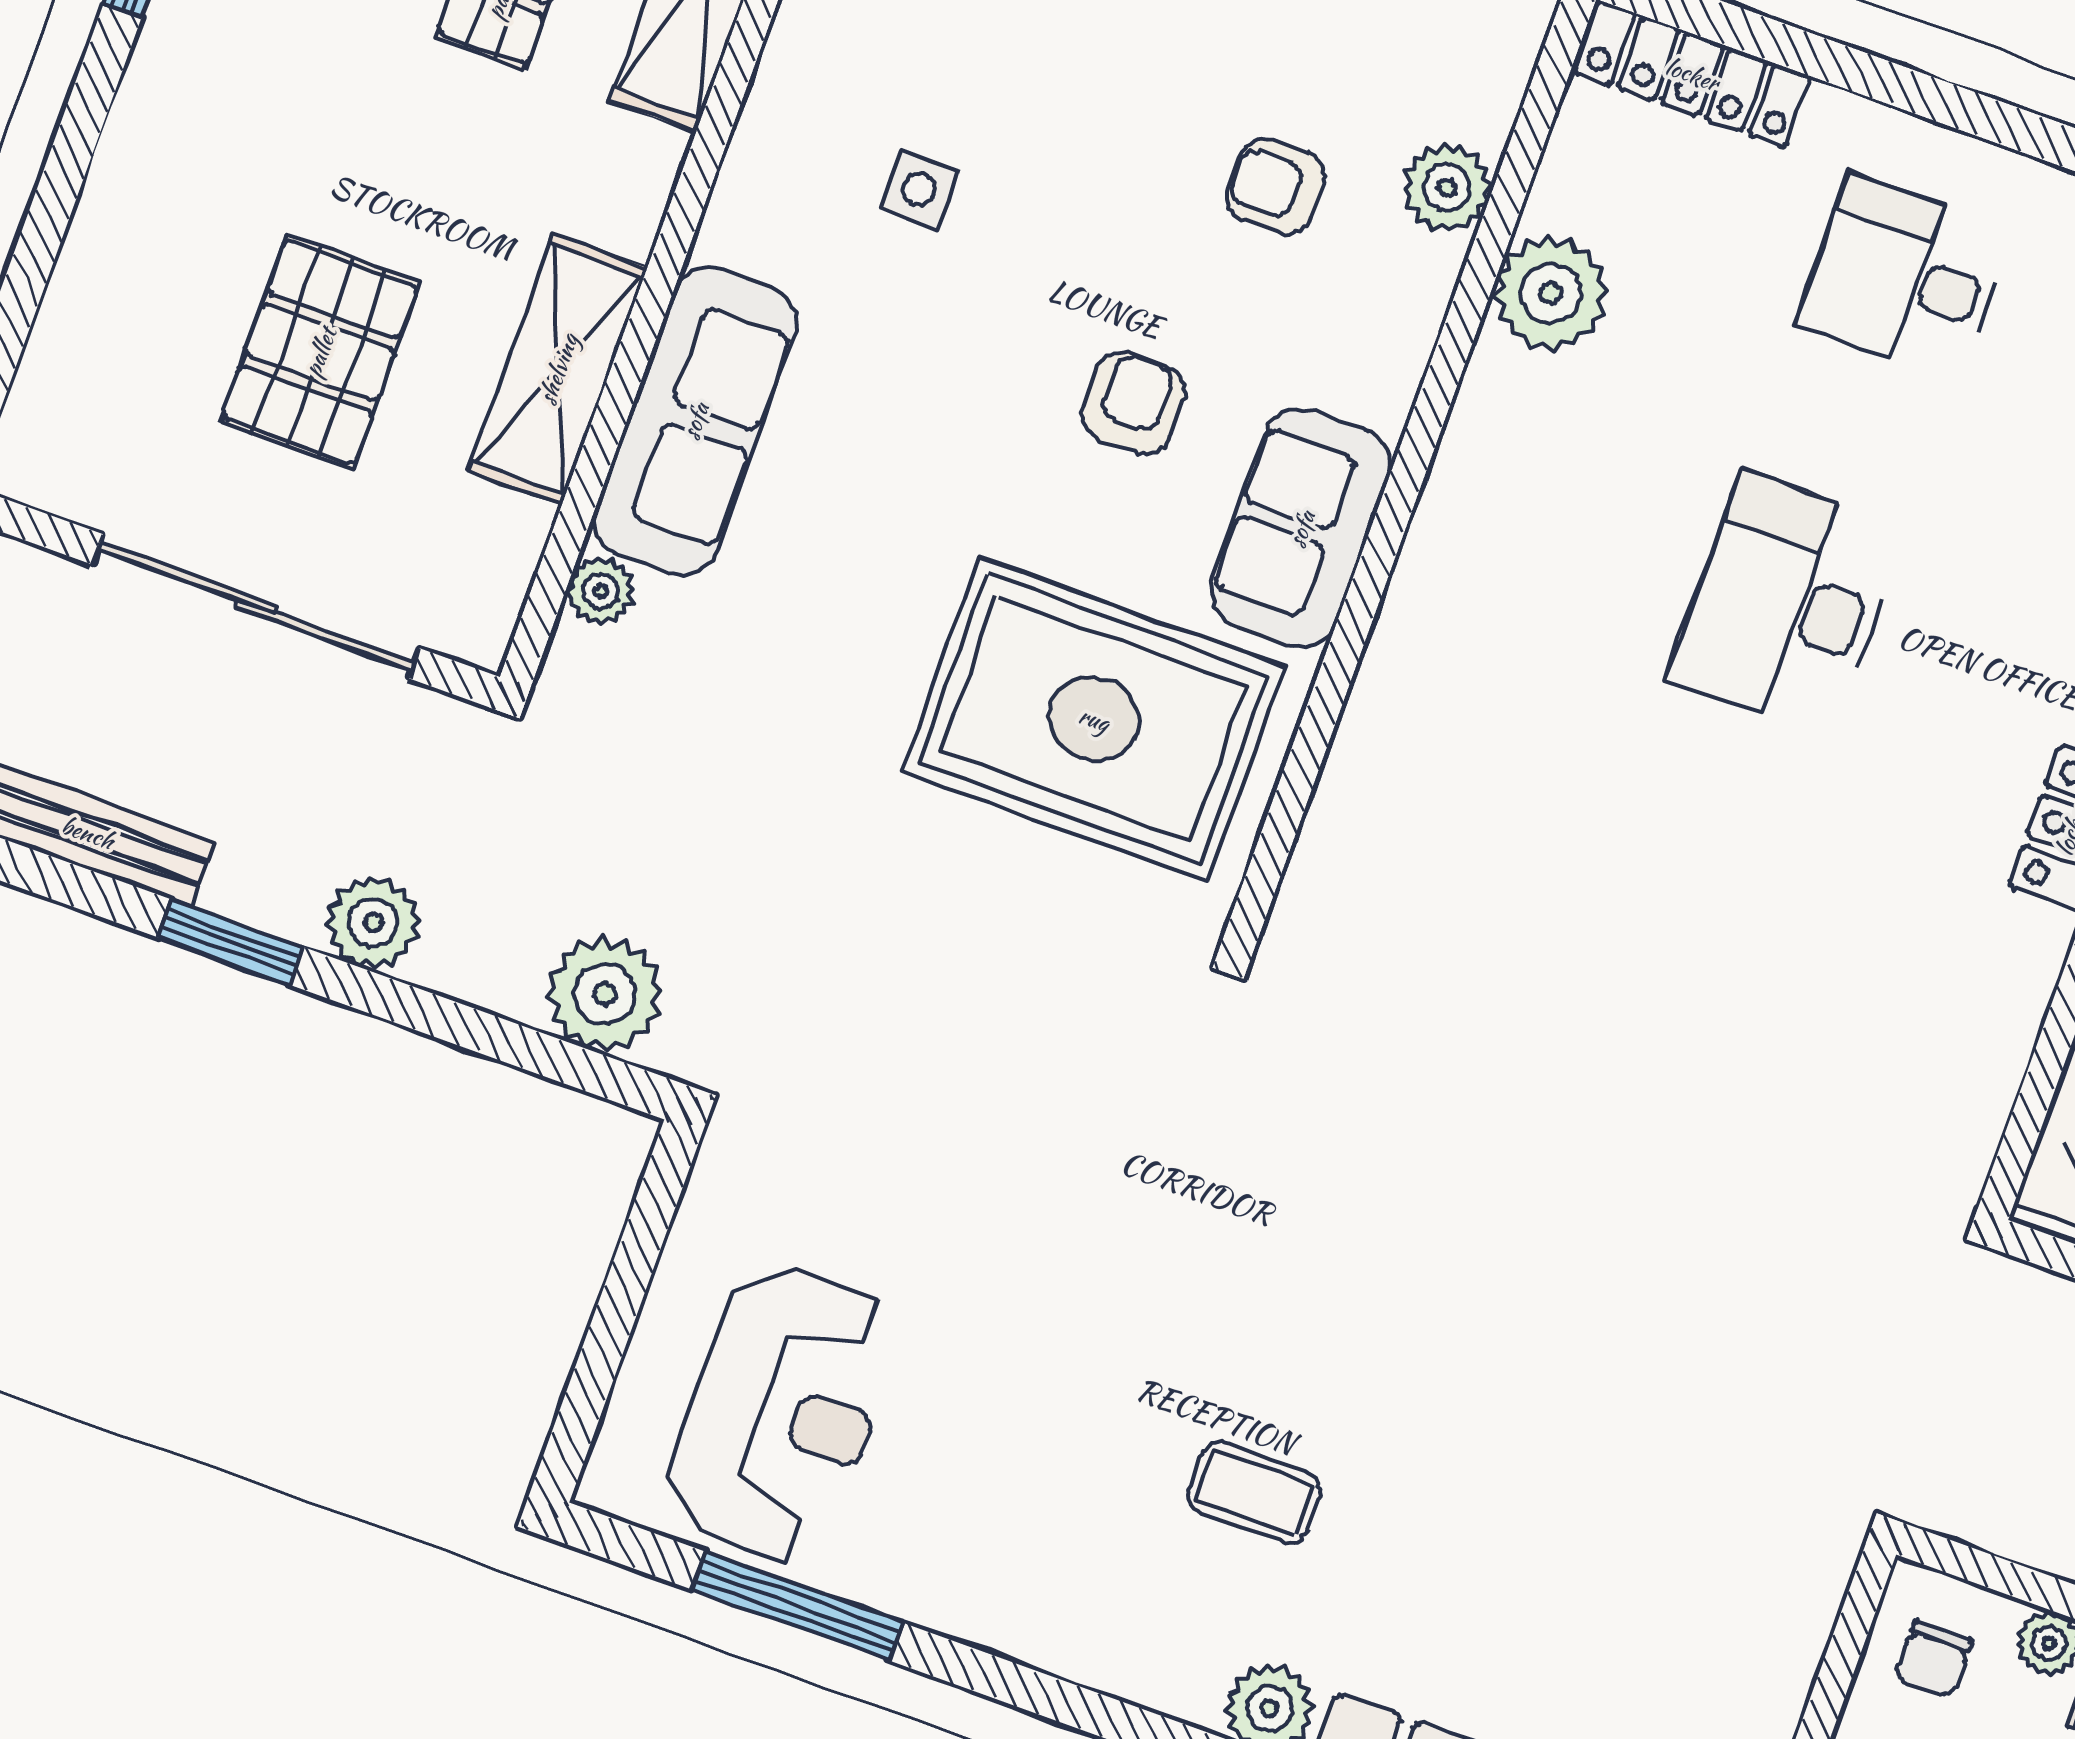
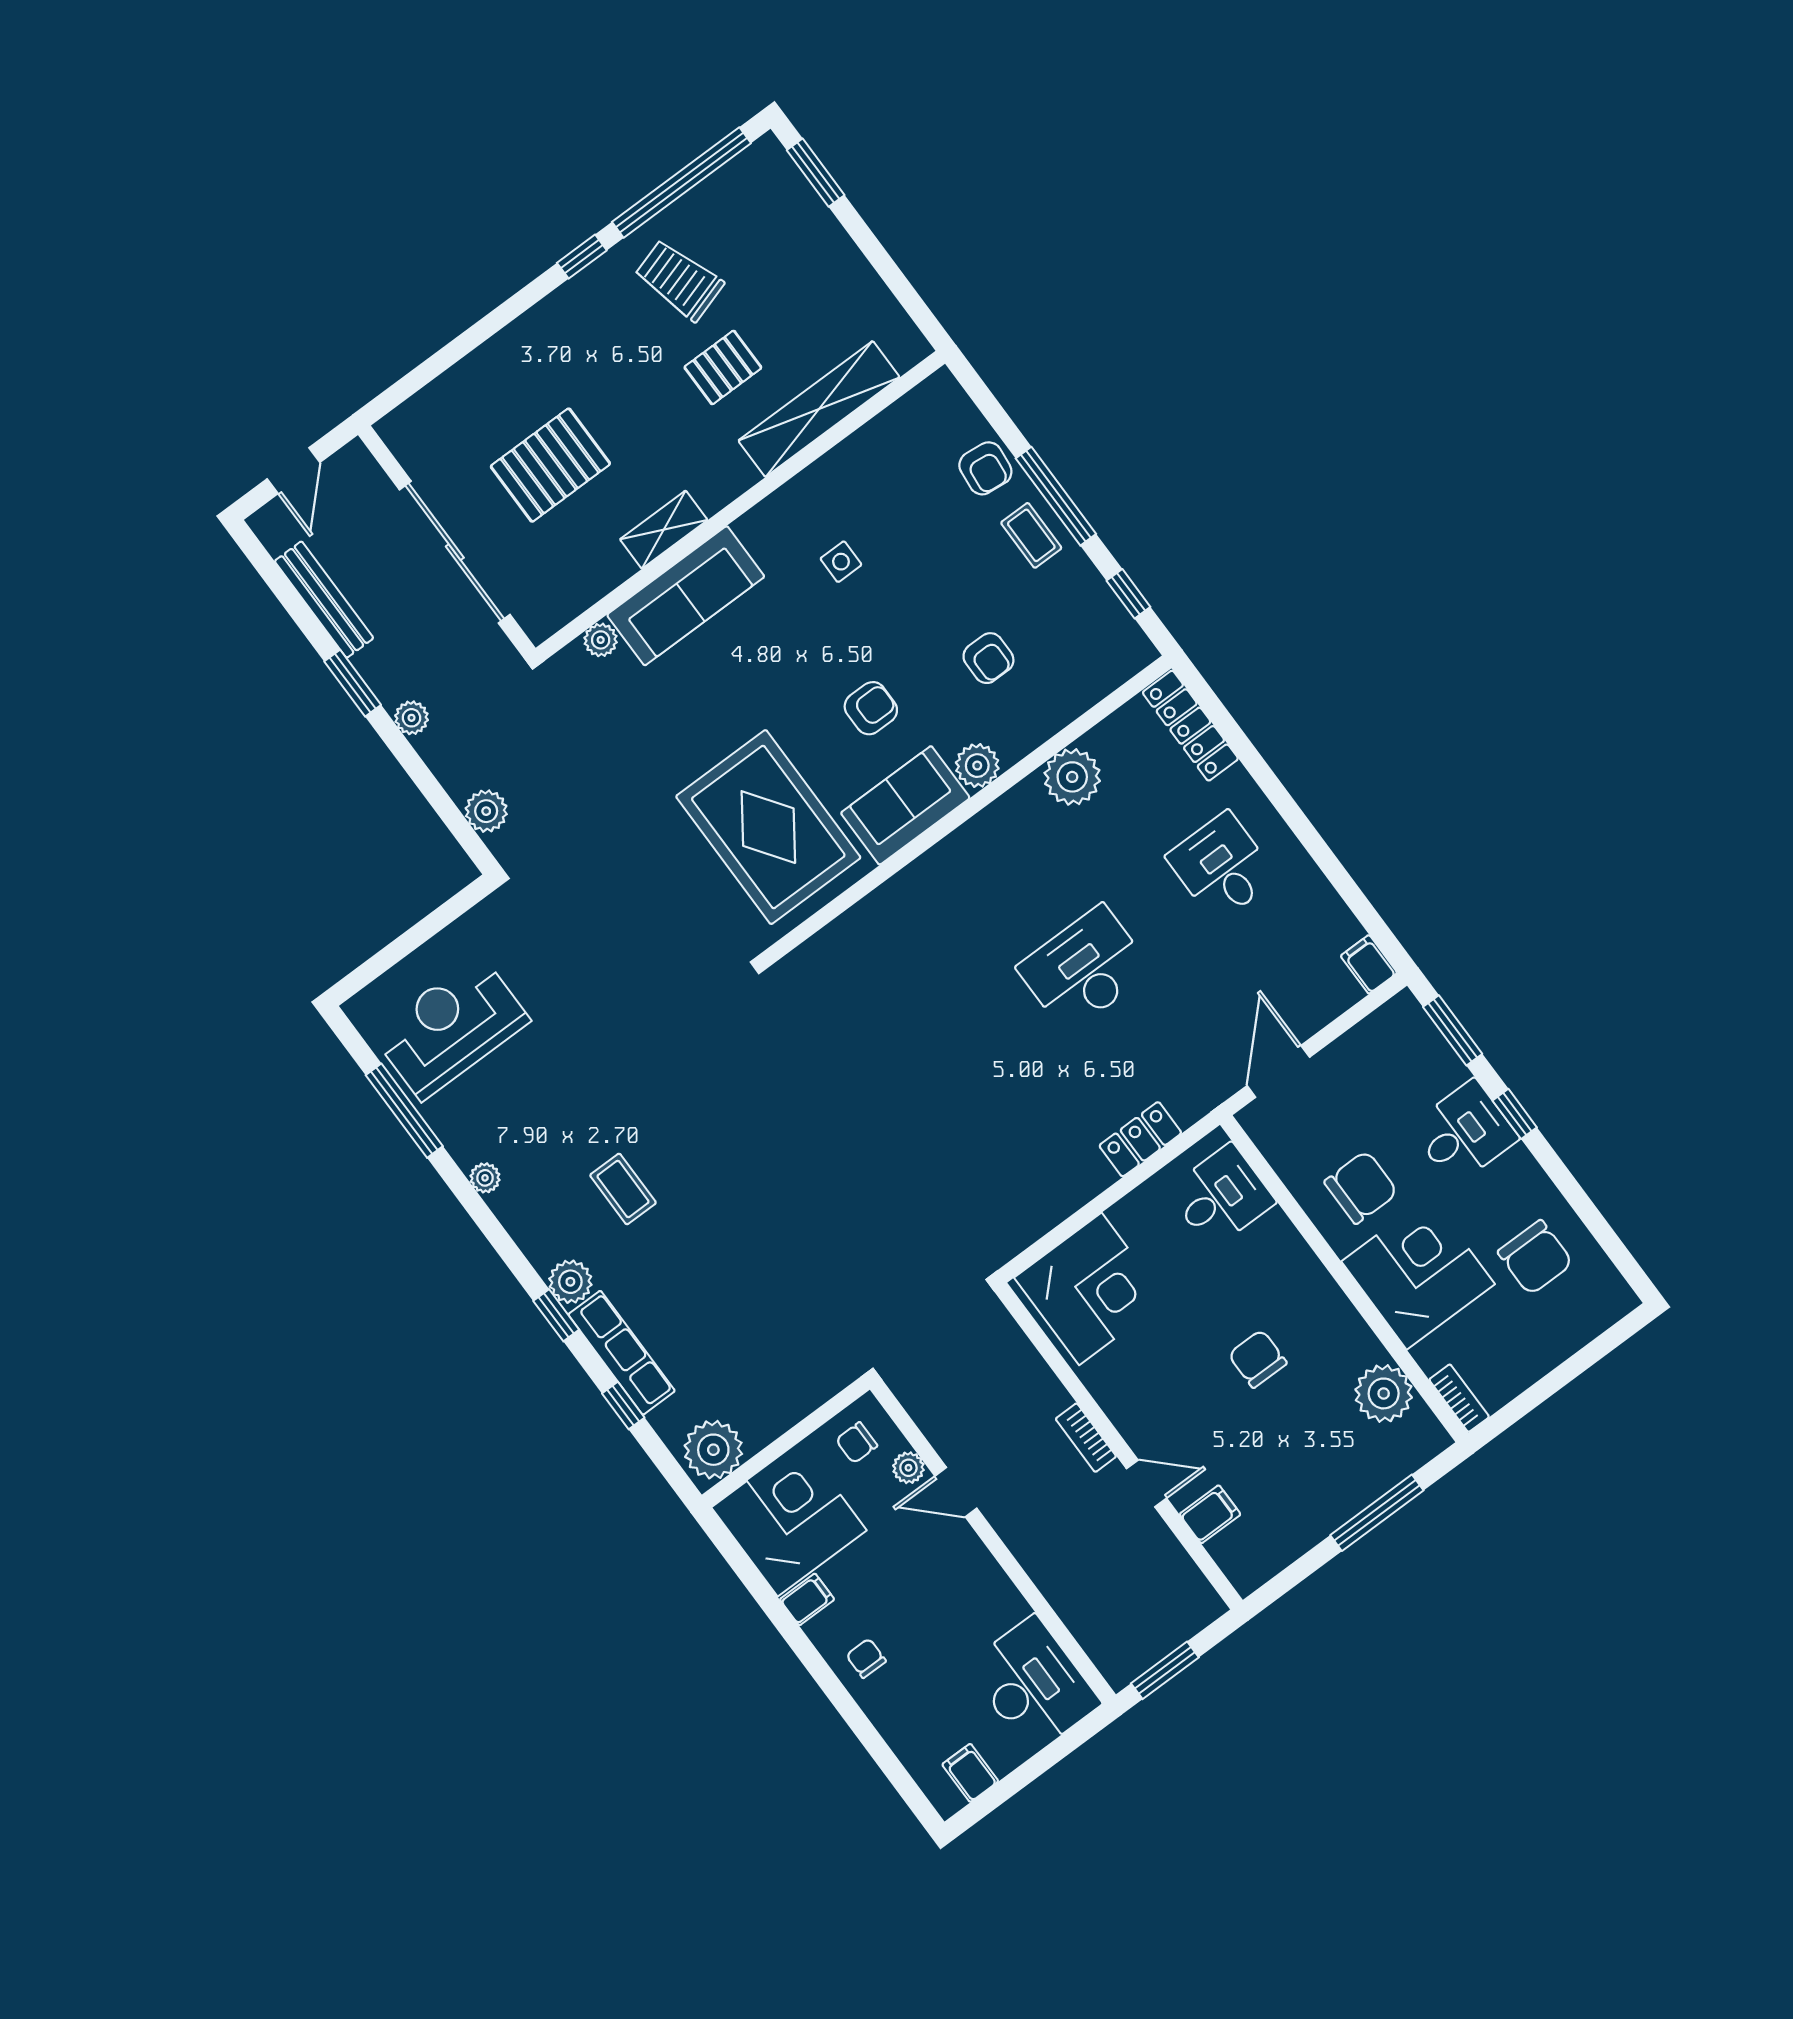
armchair: (1276, 187) -> (988, 658), turned 180
plant: (1447, 188) -> (977, 766), moved
shelving: (558, 369) -> (664, 530), width x0.67, depth x0.75
plant: (373, 923) -> (412, 718), width x0.73, depth x0.73
plant: (605, 994) -> (486, 811), width x0.73, depth x0.73
reception desk: (782, 1413) -> (451, 1027), turned 180
plant: (1009, 1629) -> (485, 1178), added

